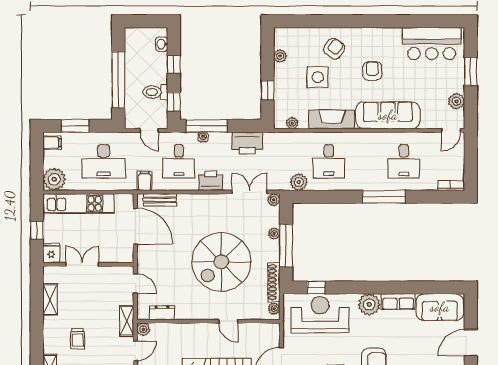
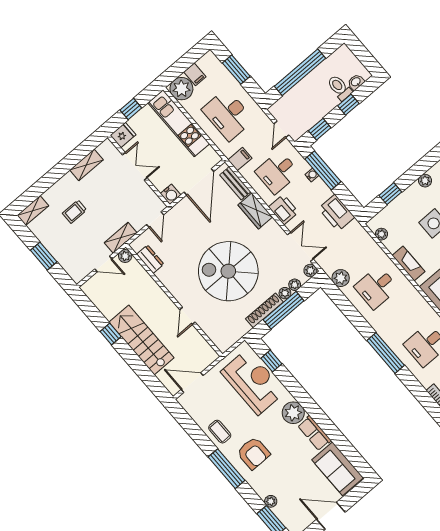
toilet: (155, 92) -> (339, 88), moved
fireplace: (332, 120) -> (409, 264), width x0.73, depth x0.76
filing cabinet: (52, 143) -> (195, 74), moved
wardrobe: (193, 203) -> (255, 211), added
water cooler: (126, 255) -> (171, 194), added
shoe rack: (274, 282) -> (264, 310), moved
plant: (274, 309) -> (295, 285), moved

